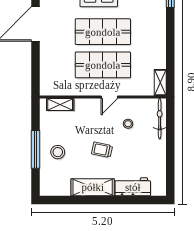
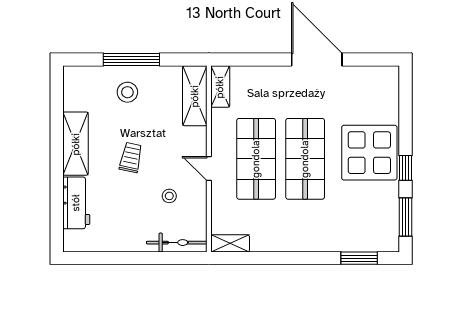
shelving: (54, 89) -> (220, 87), added
shelving: (60, 104) -> (195, 96), width x1.50, depth x1.33

